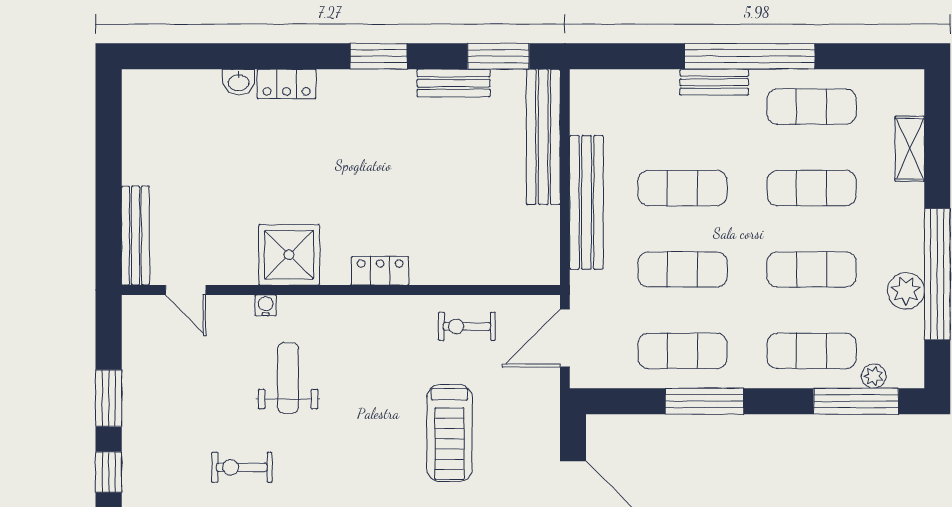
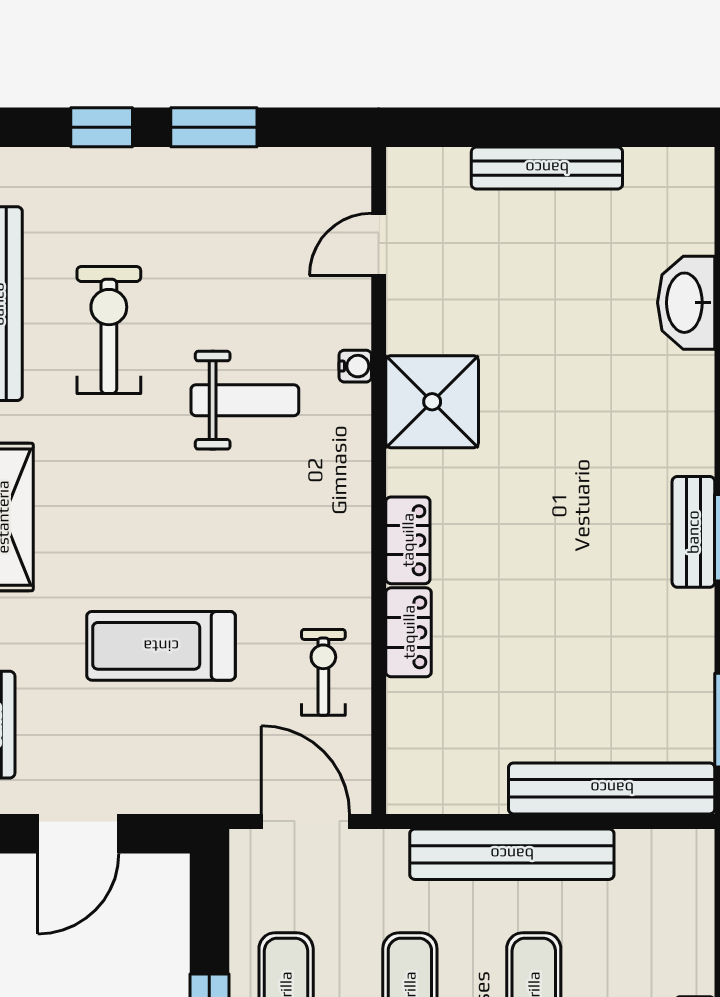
washbasin: (239, 82) -> (686, 303), width x1.91, depth x1.45
bench: (454, 83) -> (693, 532), moved
locker: (287, 84) -> (409, 632), moved, turned 180
bench: (135, 236) -> (547, 168), moved
exercise bike: (242, 467) -> (109, 330), width x1.38, depth x1.39

